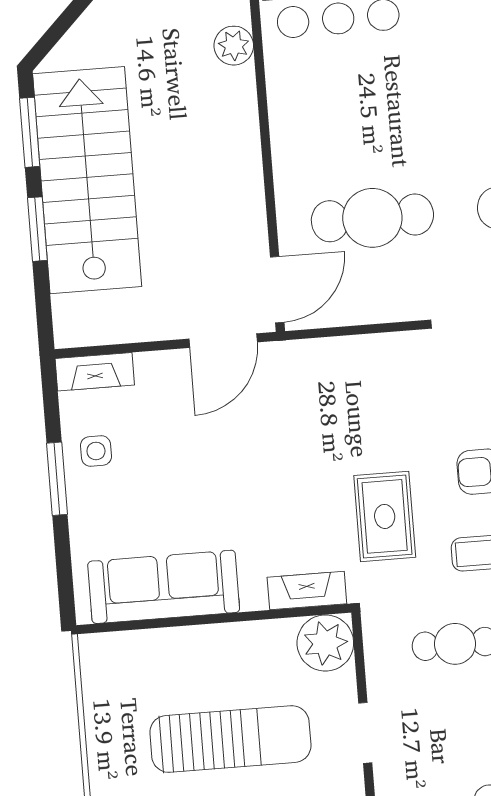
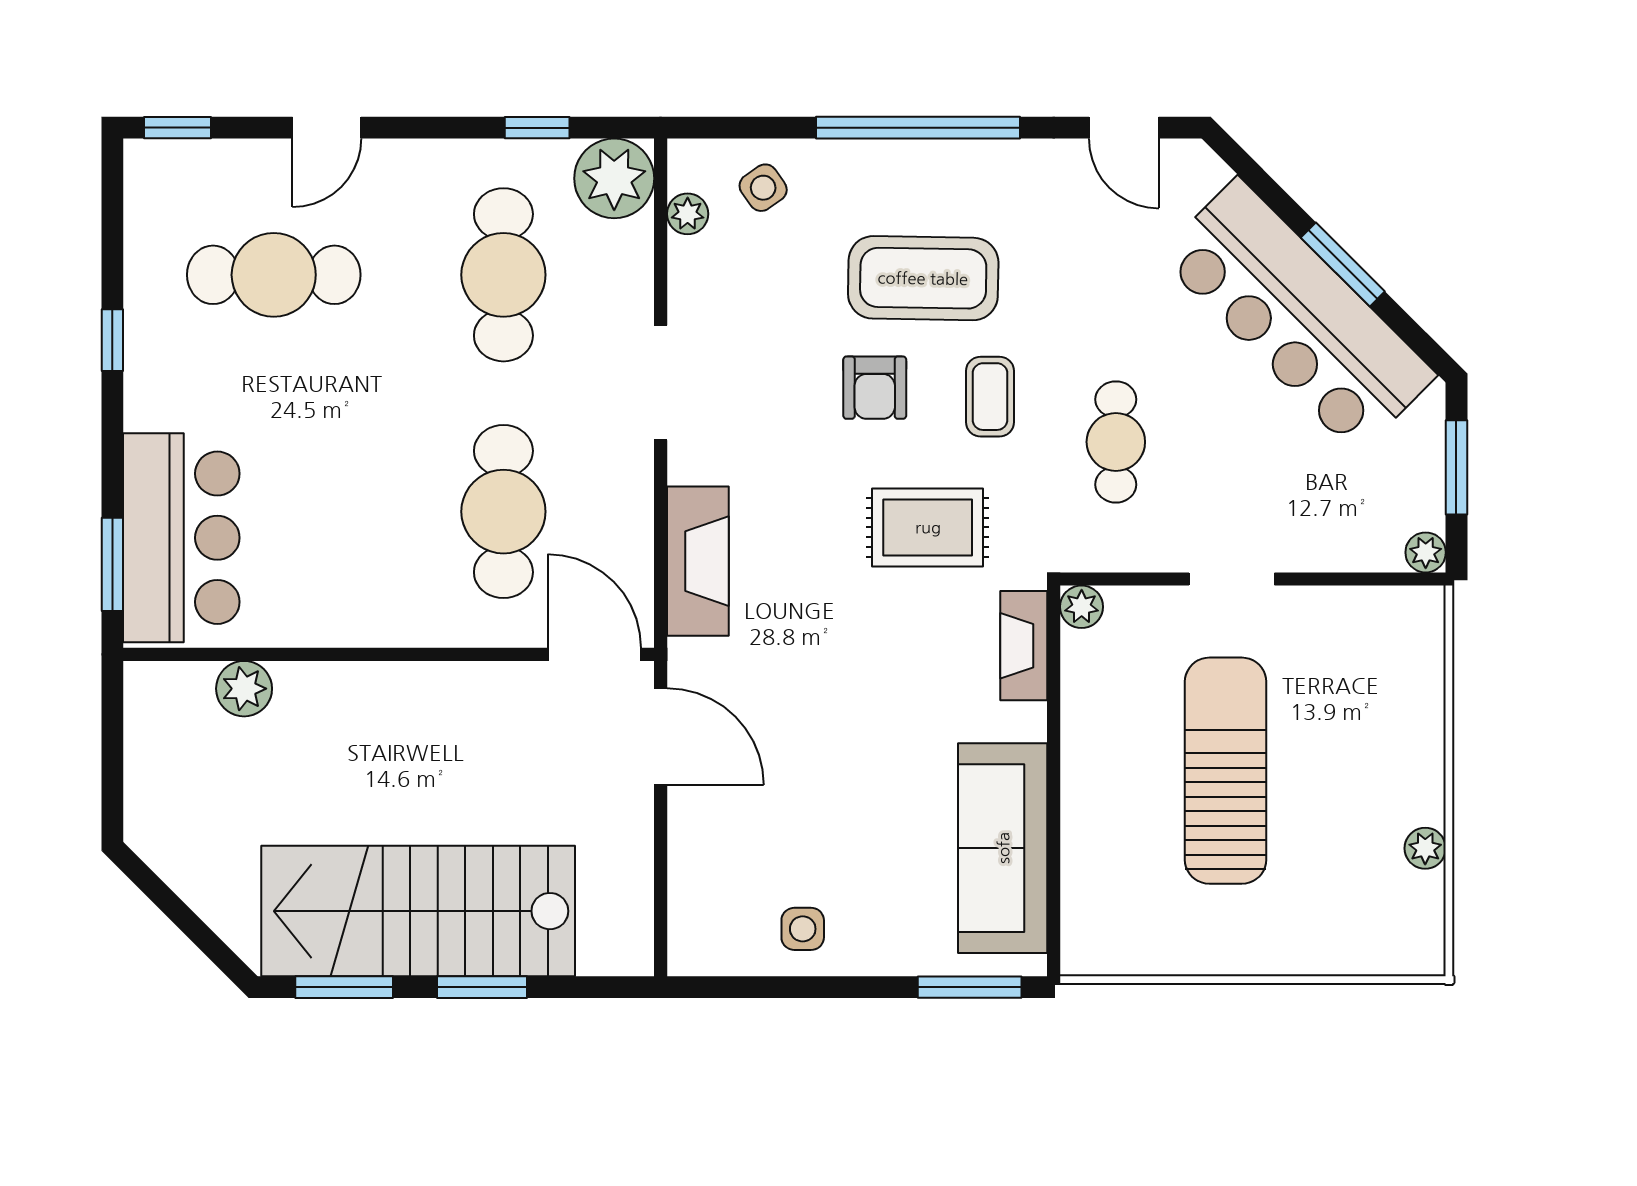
fireplace: (95, 372) -> (698, 561), moved, width x1.37, depth x1.32
window: (57, 479) -> (970, 987), moved
plant: (325, 643) -> (1082, 607), width x0.53, depth x0.53

